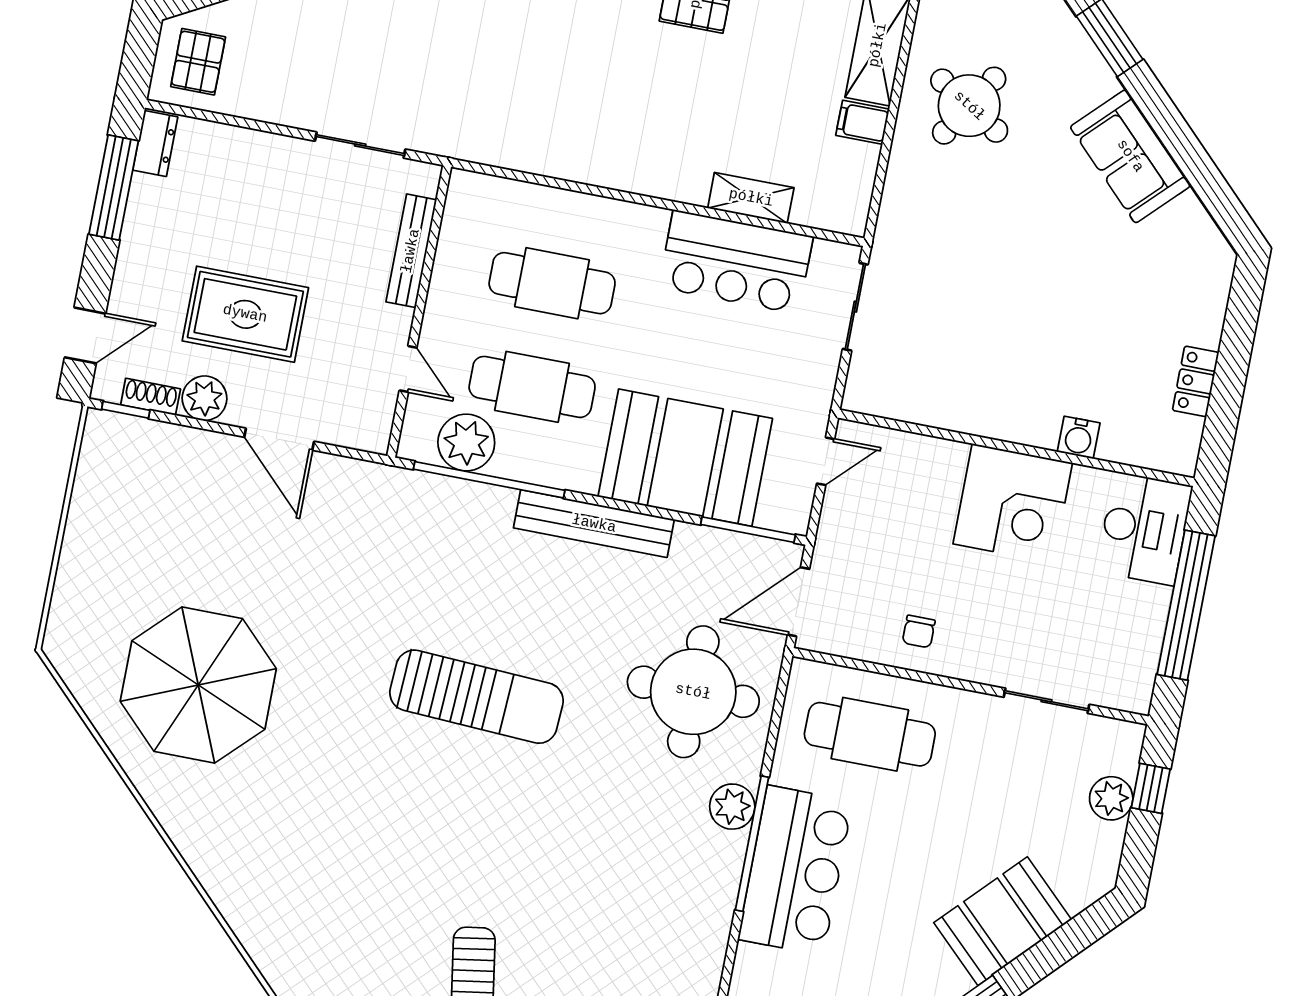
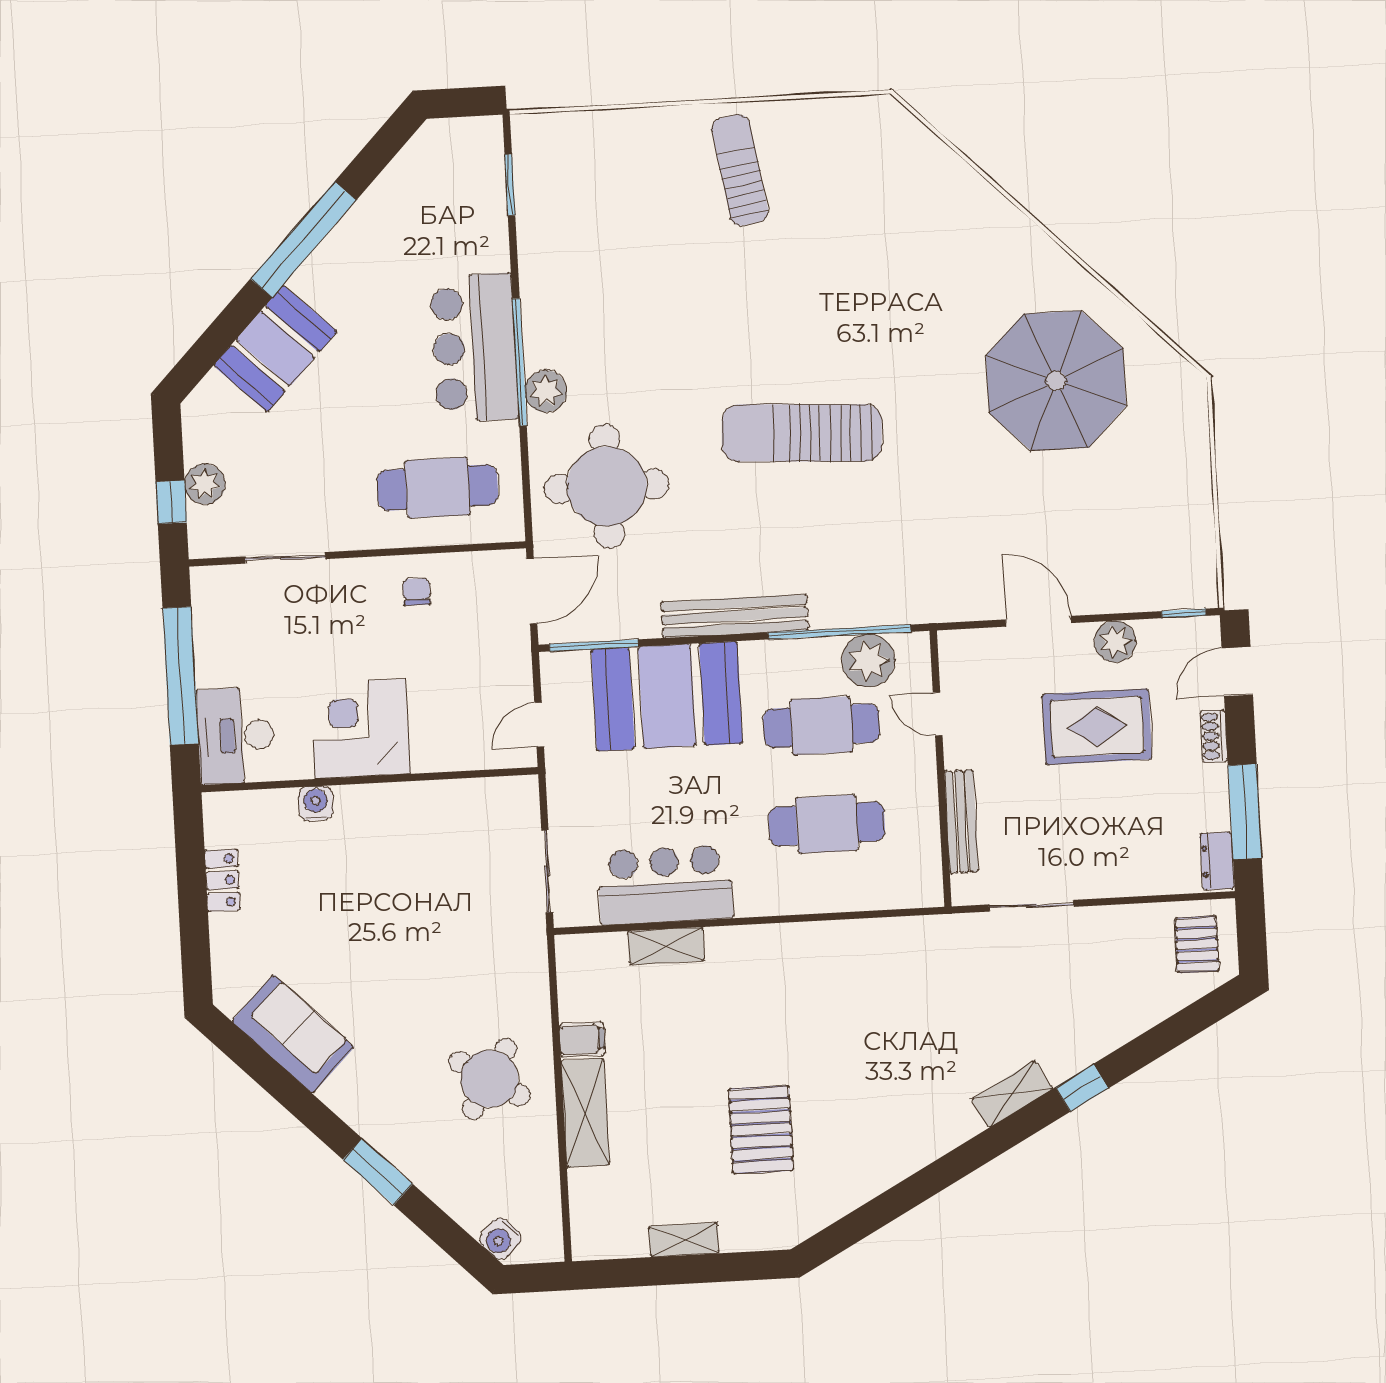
sofa: (1130, 156) -> (293, 1034), moved
shoe rack: (151, 397) -> (1214, 736), moved, turned 90

